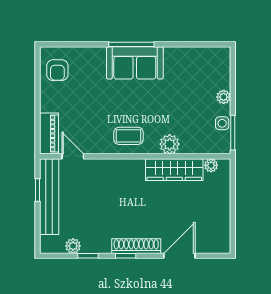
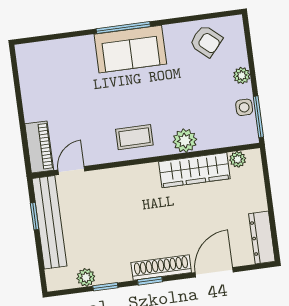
armchair: (57, 70) -> (206, 41), moved, turned -49
door: (73, 156) -> (71, 171), hinge flipped
dresser: (222, 232) -> (262, 238), added

